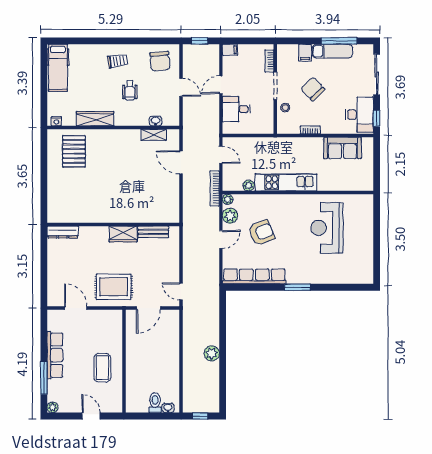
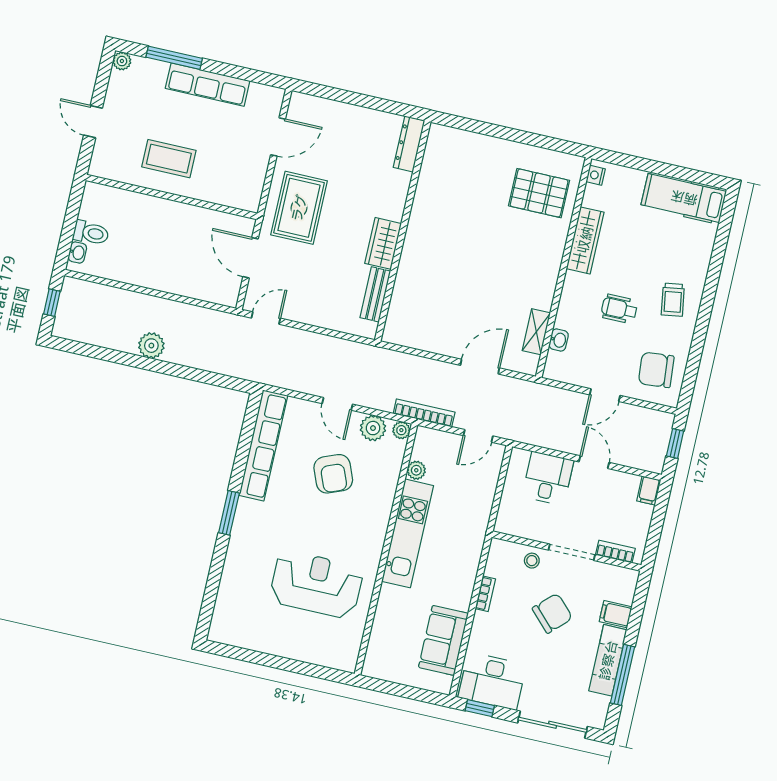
door: (91, 416) -> (93, 122), swing flipped

